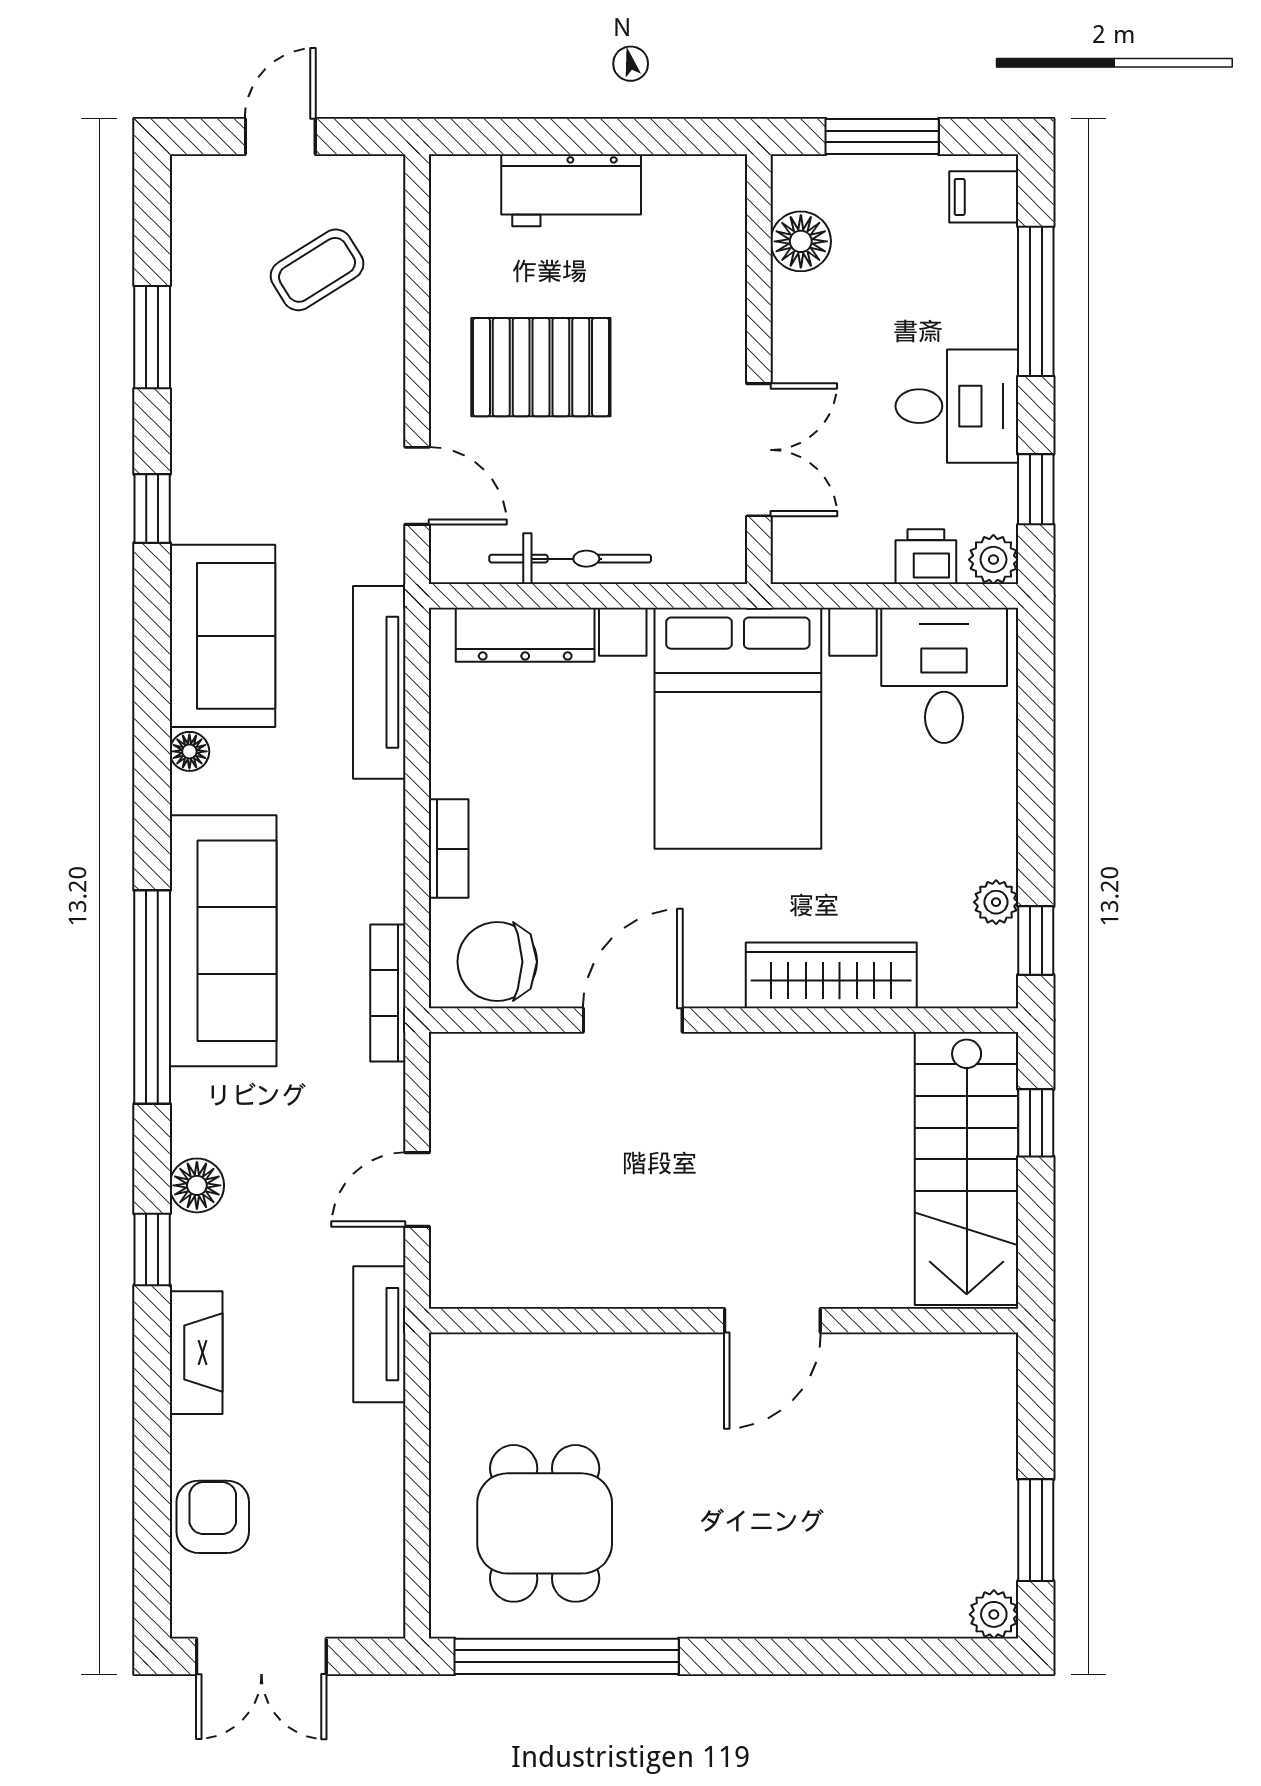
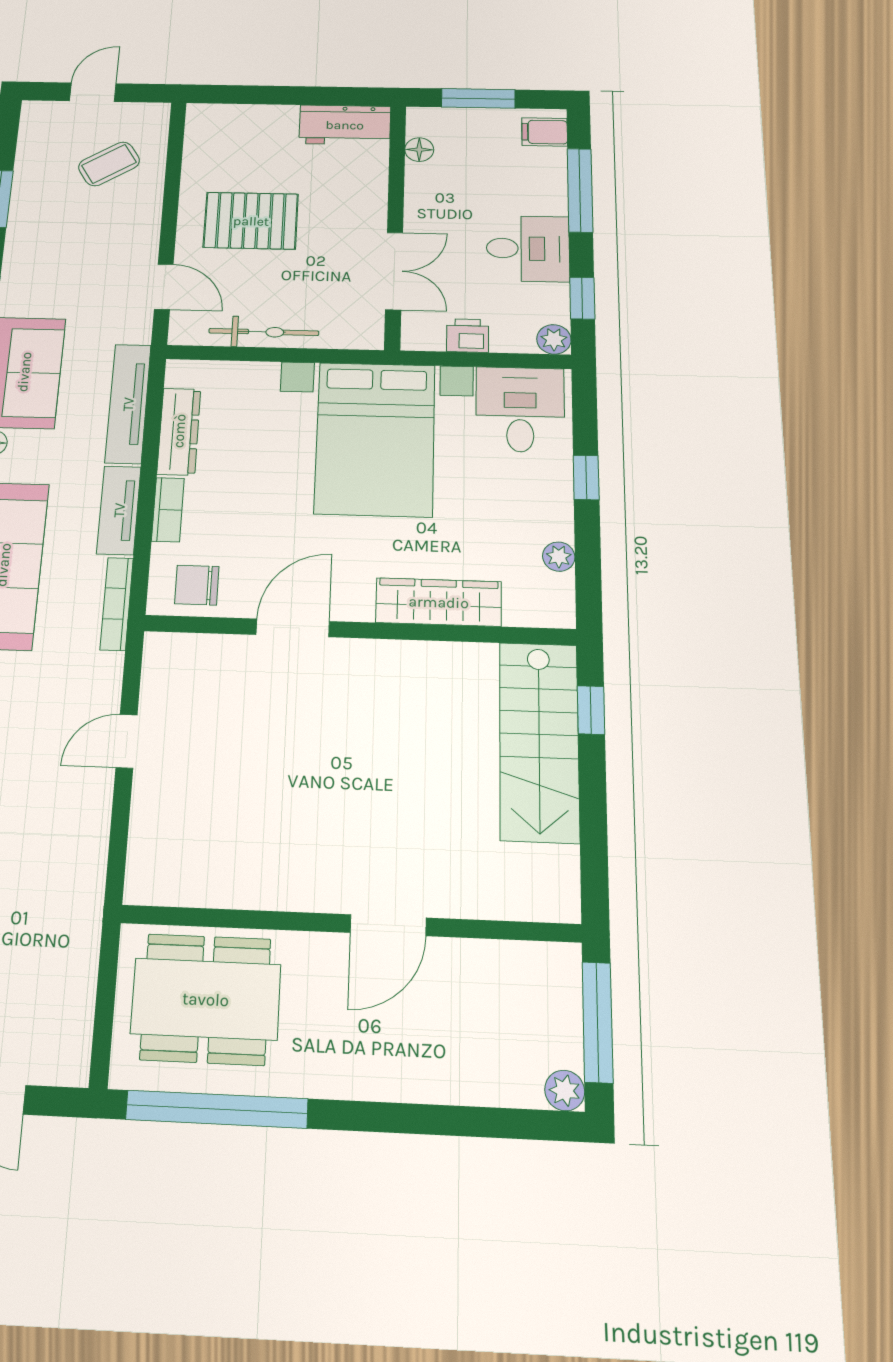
workbench: (571, 190) -> (345, 125), moved
floor lamp: (801, 241) -> (419, 150), width x0.73, depth x0.73
printer: (926, 557) -> (468, 336), moved
dresser: (525, 635) -> (179, 431), moved, turned -90
window: (1036, 940) -> (586, 477), moved
chair: (497, 962) -> (197, 585), width x0.73, depth x0.73
wall: (724, 1321) -> (350, 924), moved
door: (772, 1321) -> (388, 925), moved
tv unit: (379, 1334) -> (119, 510), moved
dining table: (545, 1523) -> (206, 999), width x1.38
window: (1036, 1530) -> (598, 1022), width x1.44

